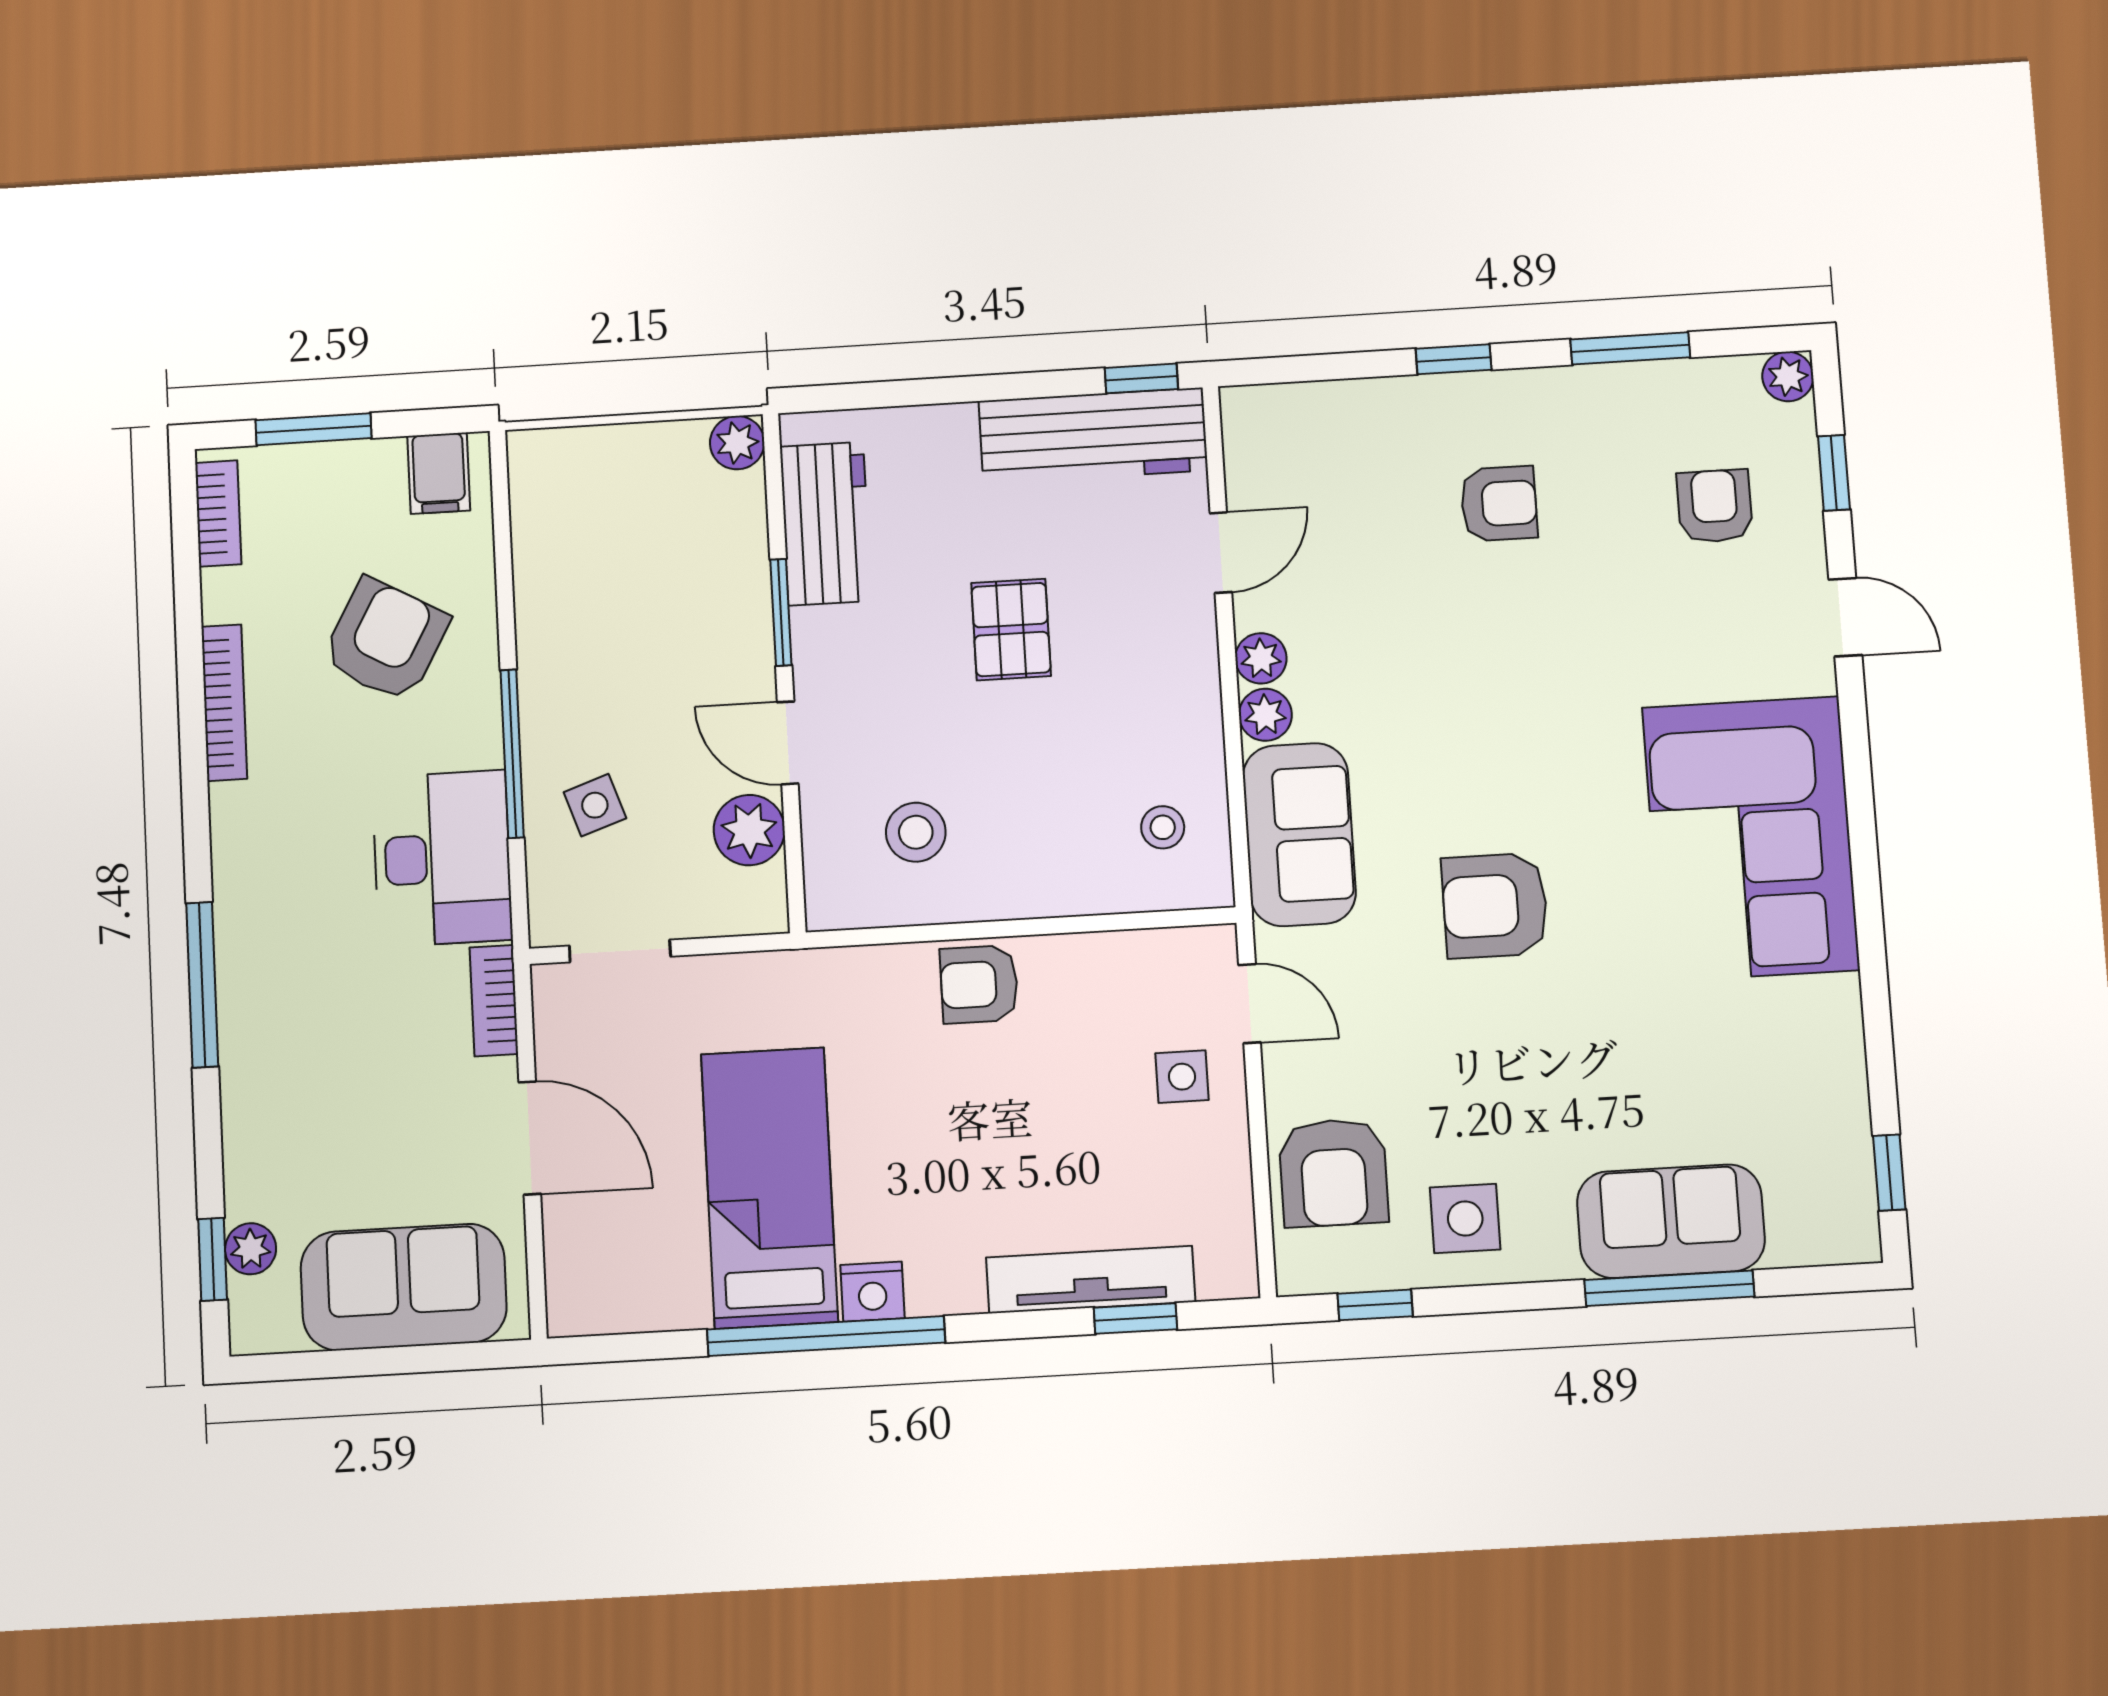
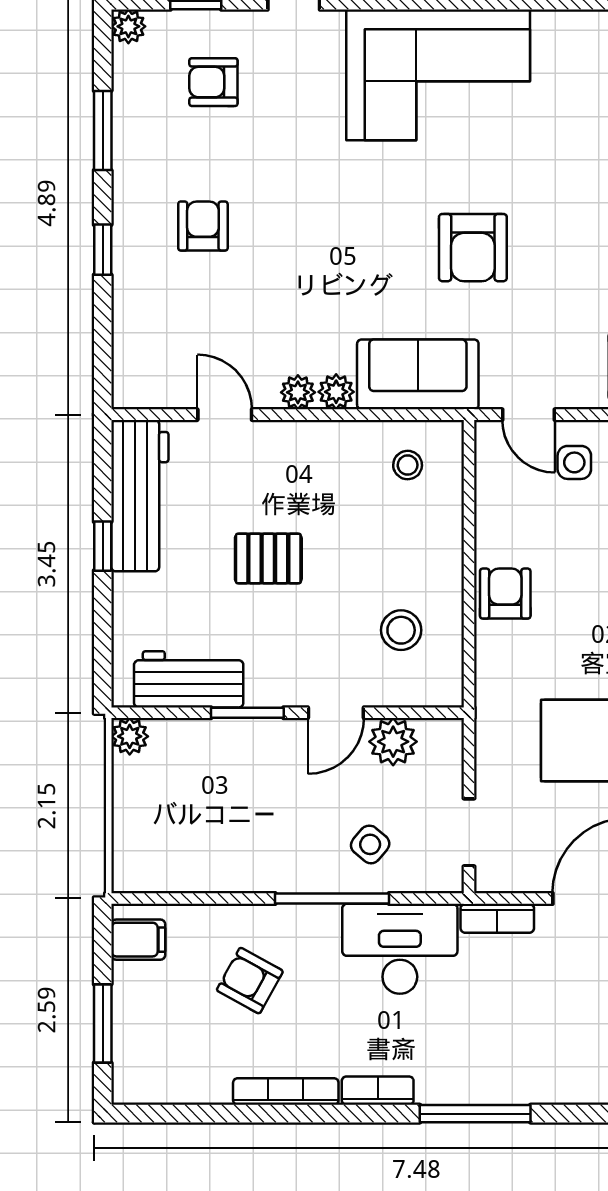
window: (1141, 378) -> (103, 546), moved
bookcase: (218, 514) -> (378, 1091), moved
armchair: (386, 640) -> (250, 981), width x0.72, depth x0.72
side table: (595, 805) -> (370, 844), turned -31
armchair: (979, 984) -> (505, 594), turned 180
door: (1250, 1004) -> (528, 415), swing flipped

